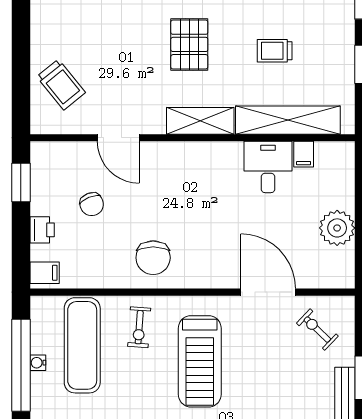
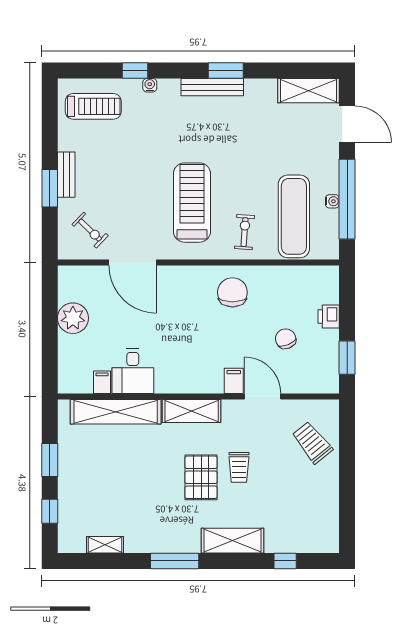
trolley: (275, 51) -> (239, 467), moved, turned 90
filing cabinet: (45, 273) -> (234, 381), moved, turned 90

